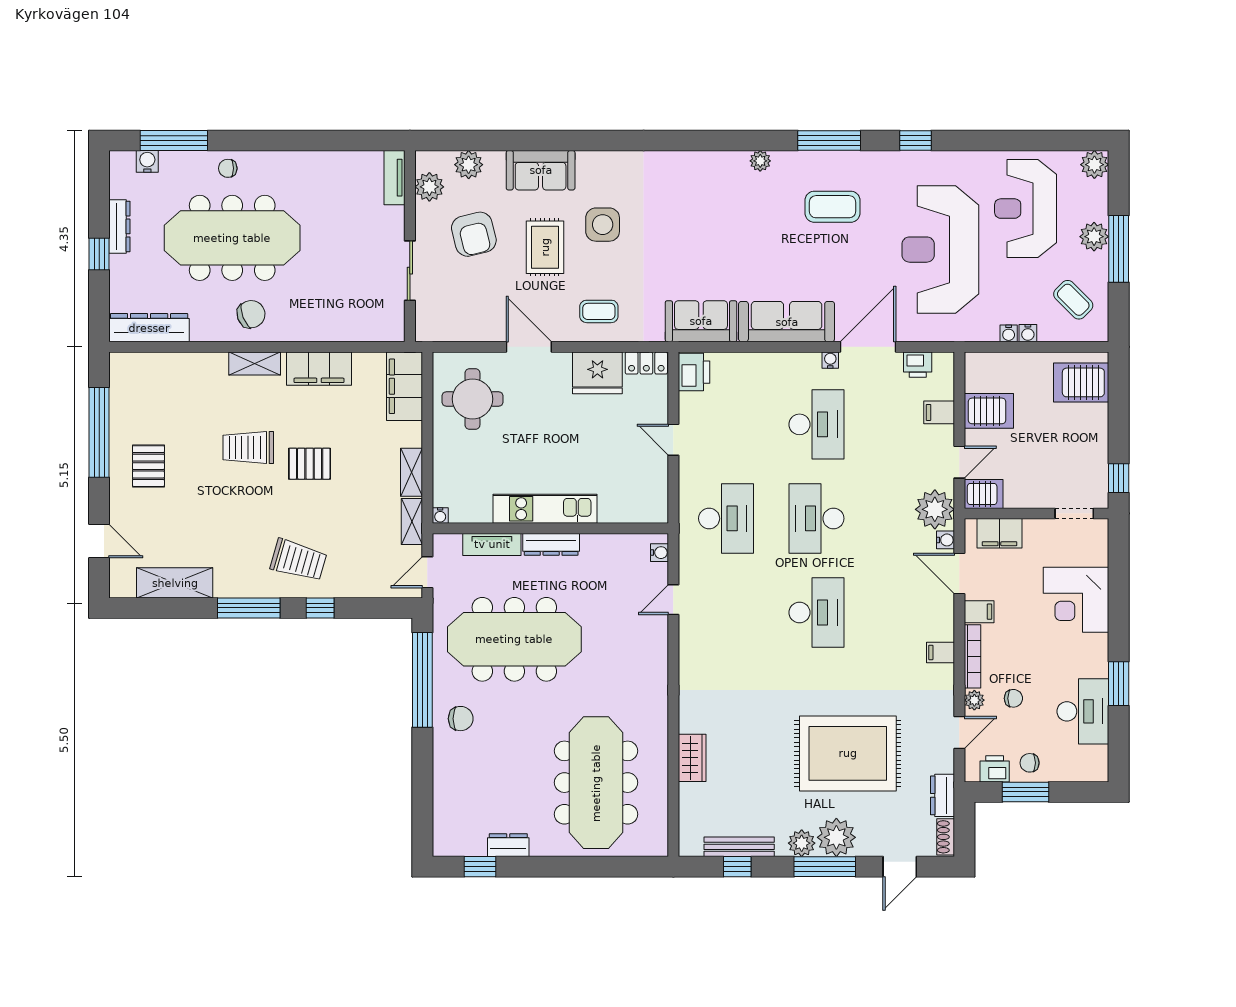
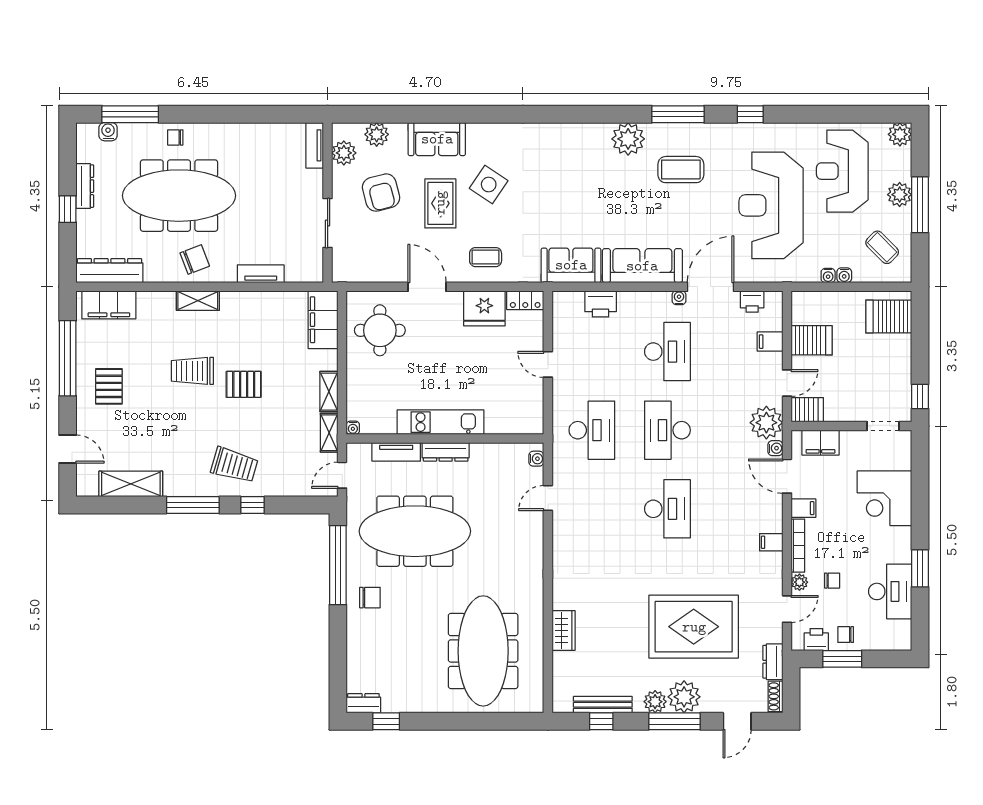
plant: (760, 161) -> (628, 139), width x1.87, depth x1.87
side table: (603, 225) -> (489, 185), turned 34
tv unit: (330, 331) -> (261, 274), added
filing cabinet: (319, 369) -> (109, 305), moved
printer: (694, 372) -> (601, 304), moved, turned 90
dresser: (508, 845) -> (363, 703), moved

